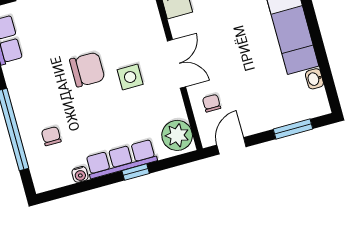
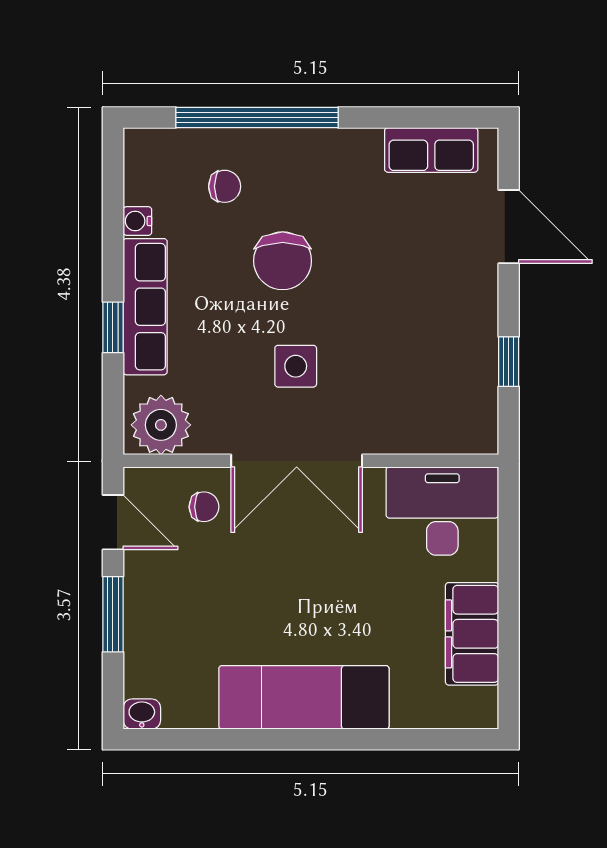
double door: (176, 64) -> (297, 461), width x1.37
chair: (87, 70) -> (283, 261), moved
washbasin: (314, 79) -> (142, 714), moved
window: (293, 129) -> (113, 614), moved

